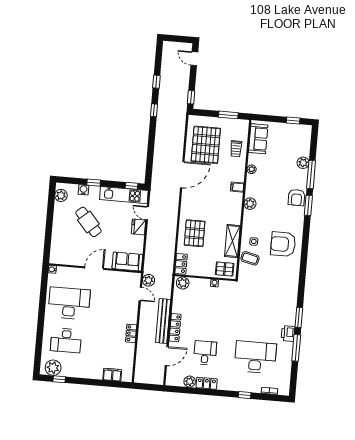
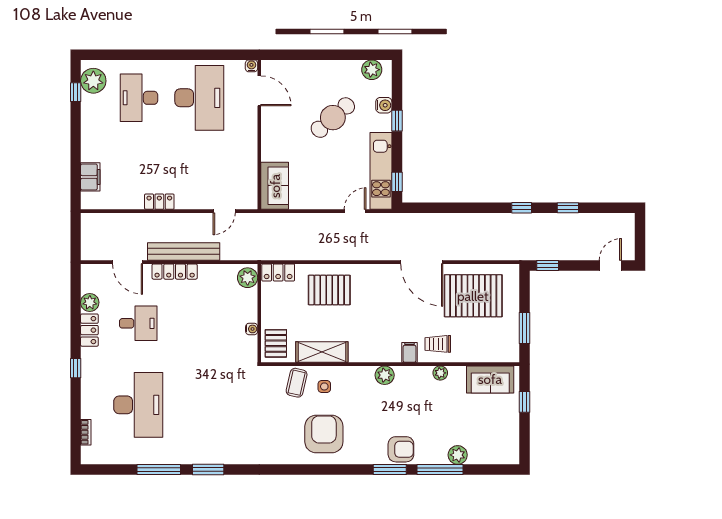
window: (293, 120) -> (524, 402), moved
trolley: (236, 149) -> (438, 344), moved
armchair: (297, 197) -> (401, 449), turned 180
fridge: (138, 227) -> (332, 199), removed
door: (94, 268) -> (259, 91), moved
plant: (149, 280) -> (247, 222), removed
printer: (288, 334) -> (181, 454), removed
window: (245, 395) -> (76, 368), moved

